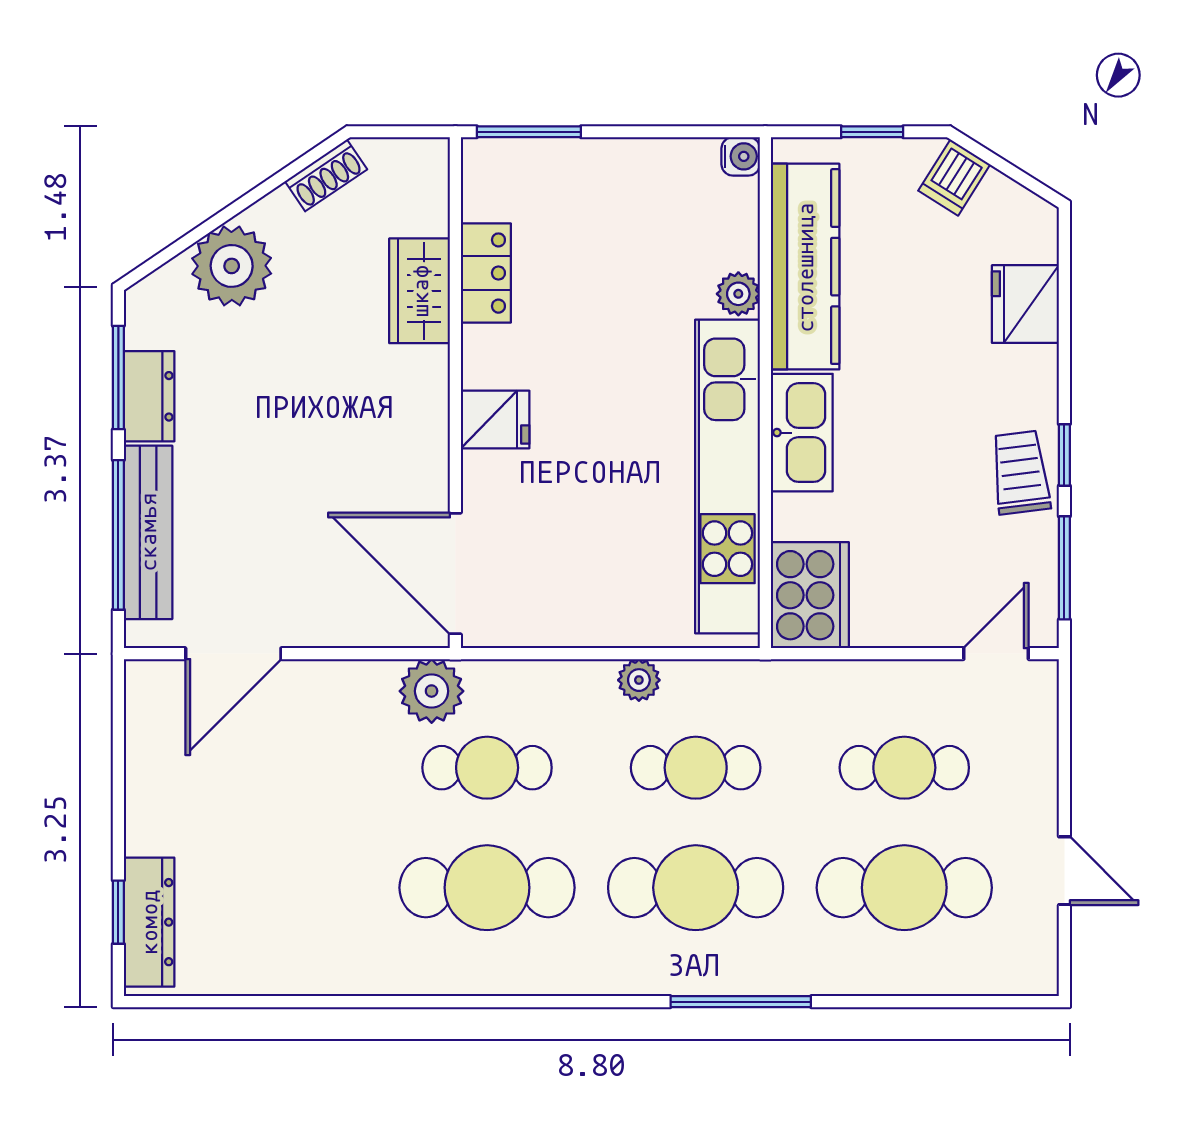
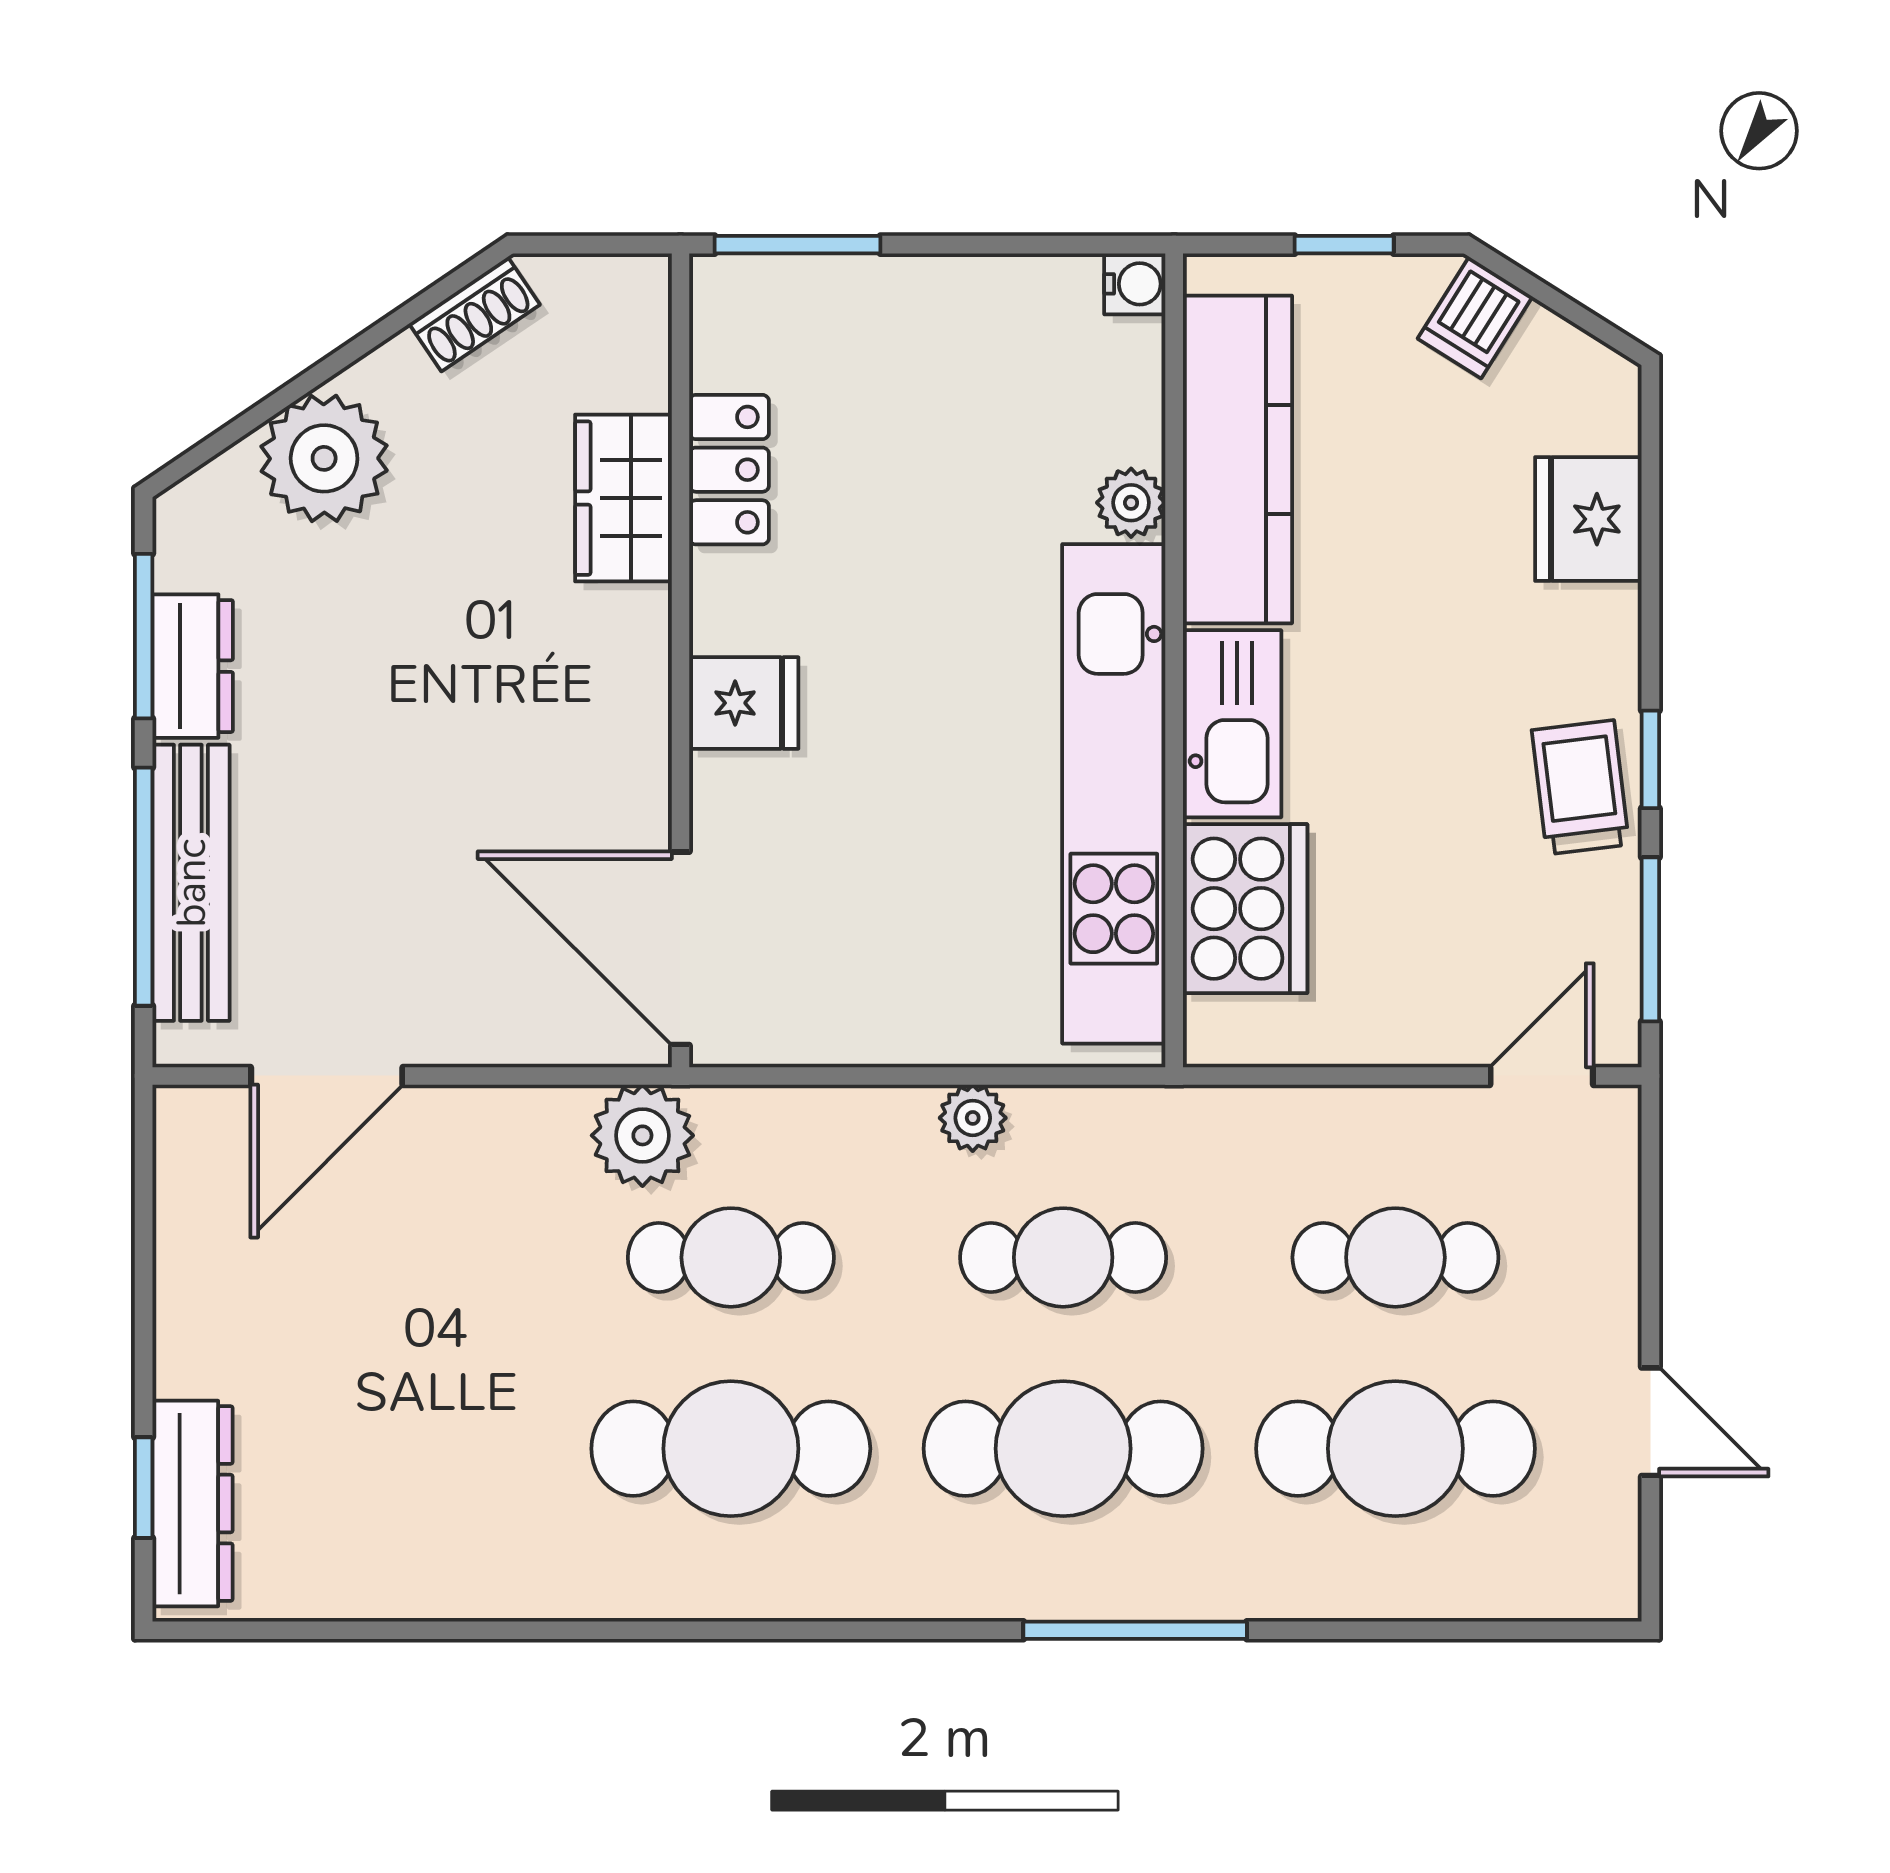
cooker: (810, 595) -> (1245, 909), moved

